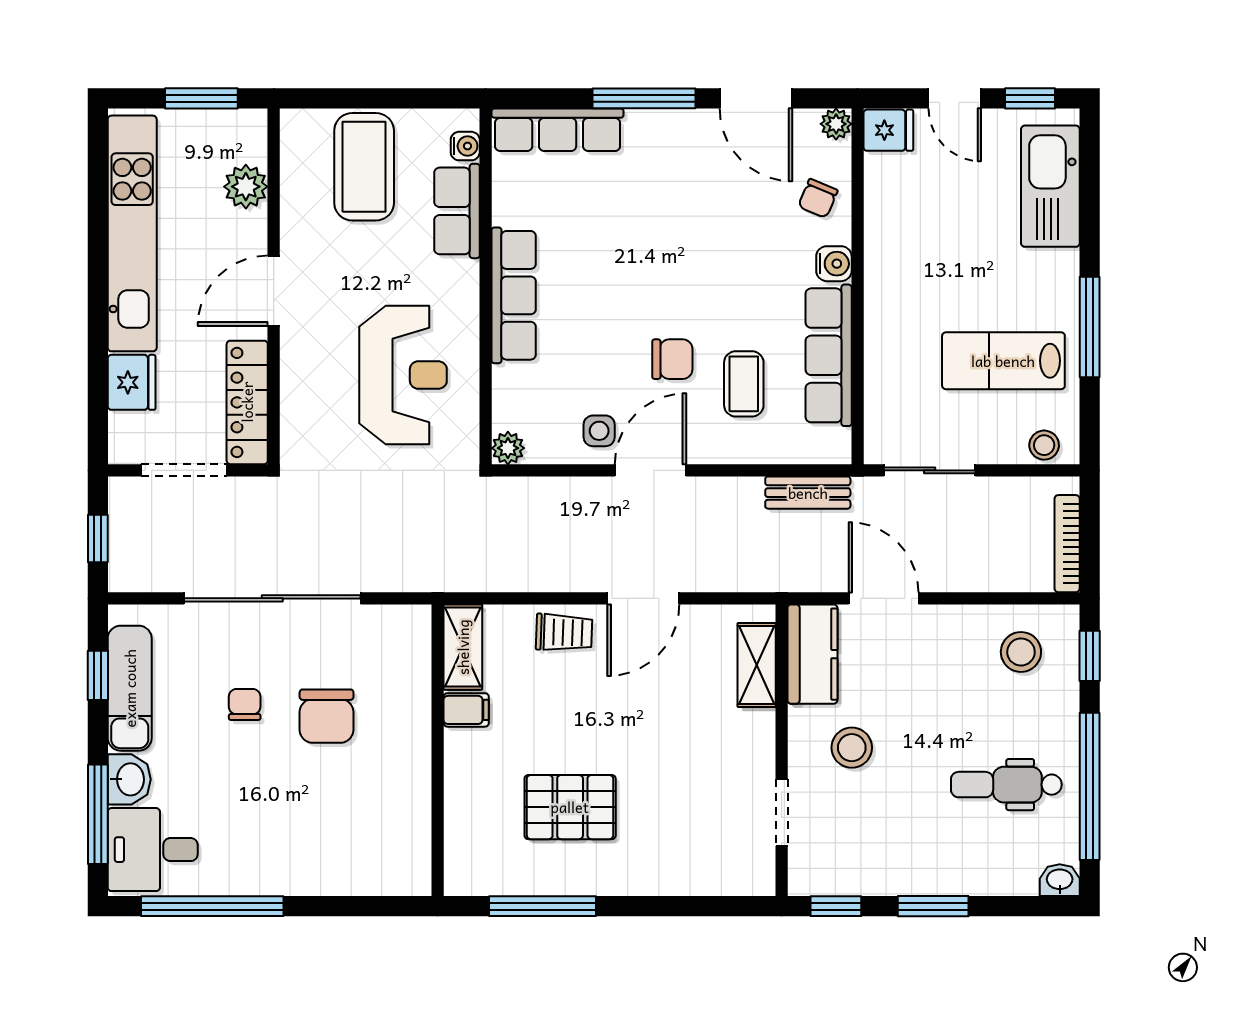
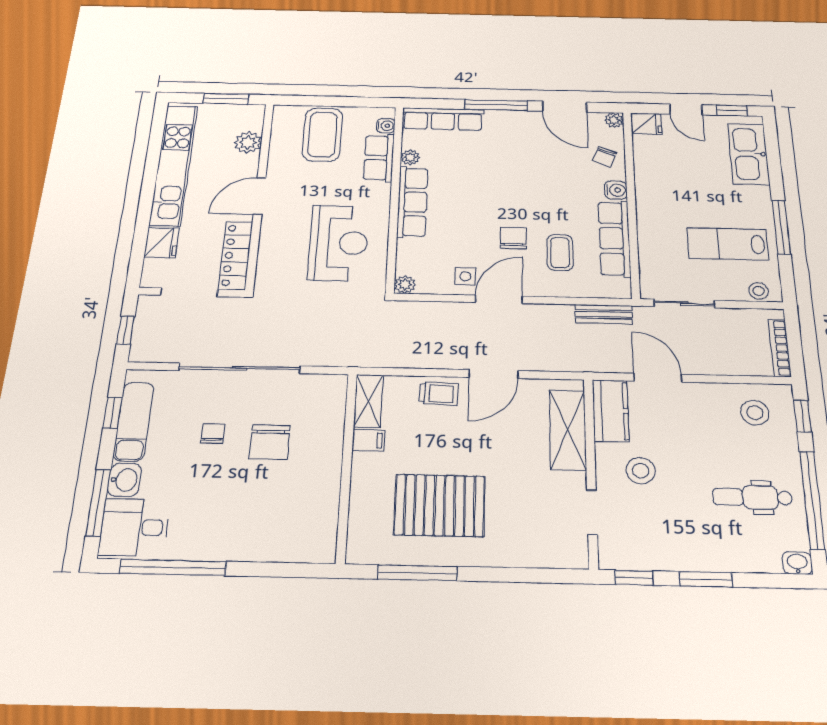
plant: (507, 209) -> (410, 157), added
chair: (672, 359) -> (513, 238), turned -90
shelving: (757, 665) -> (568, 430), width x1.50, depth x1.33
pallet: (570, 807) -> (440, 505), width x1.37, depth x1.41

